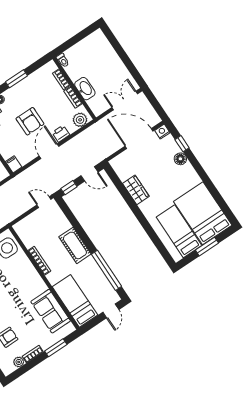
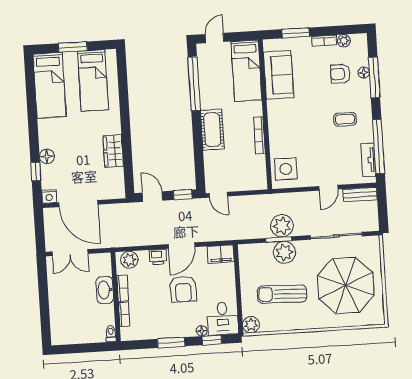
armchair: (30, 121) -> (183, 289), turned 180
filing cabinet: (14, 164) -> (221, 254), width x2.00
bed: (203, 213) -> (49, 85), width x0.67

